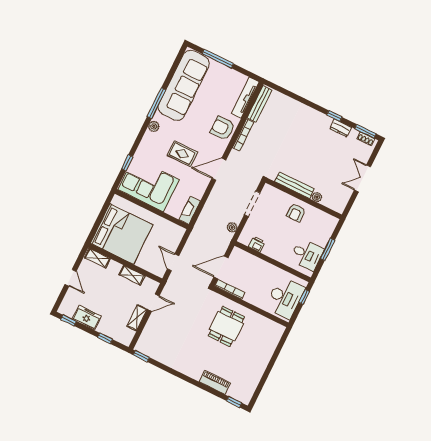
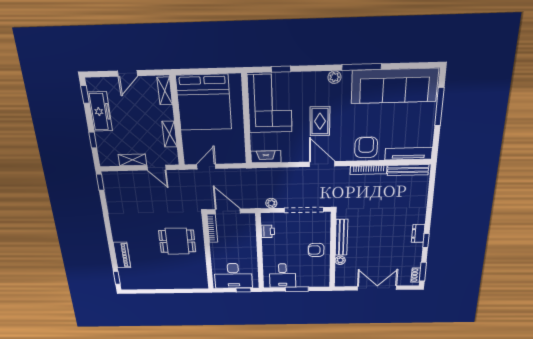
dresser: (341, 128) -> (418, 233), moved
double door: (362, 178) -> (377, 288), width x1.37
doorway: (252, 204) -> (304, 210), width x1.36
freezer: (87, 318) -> (100, 112), width x1.40

